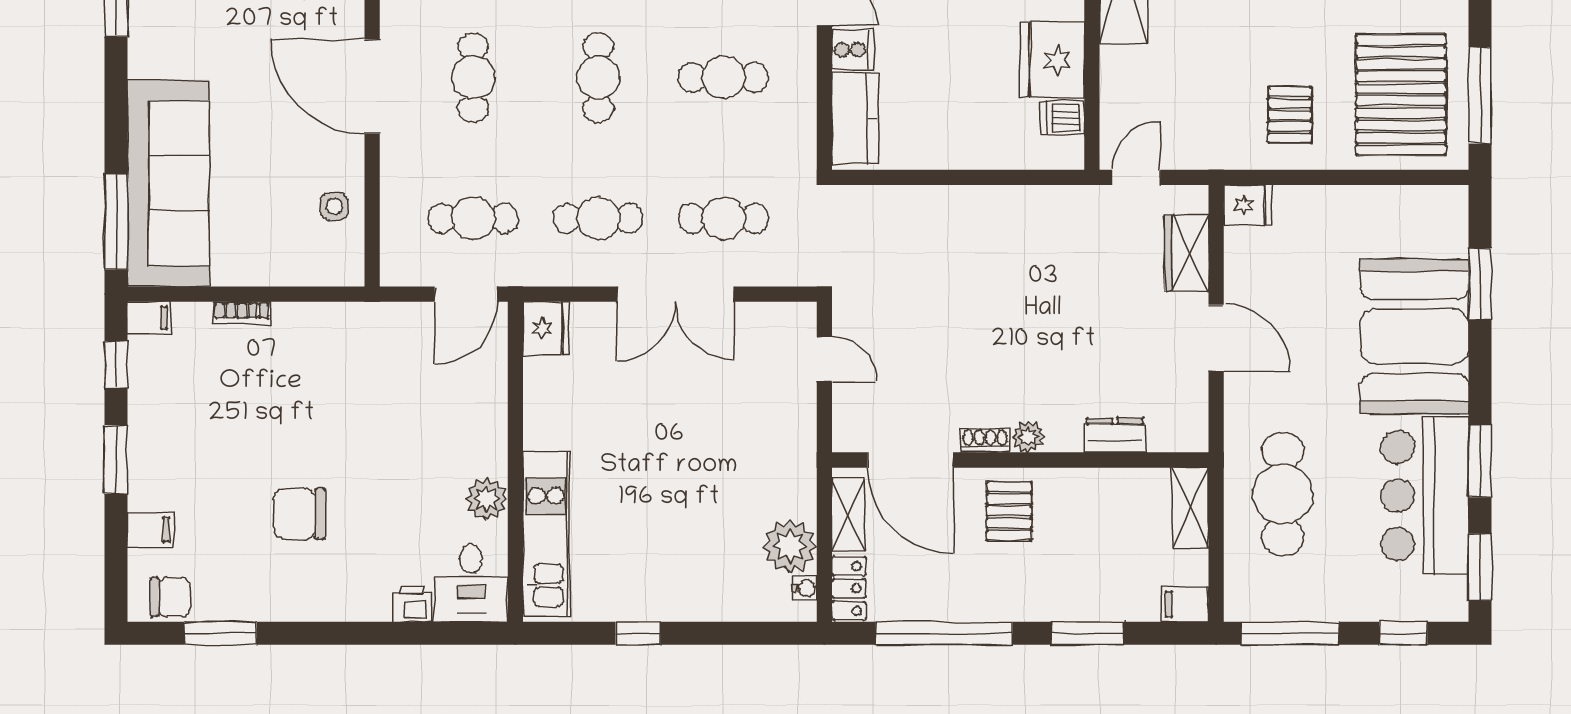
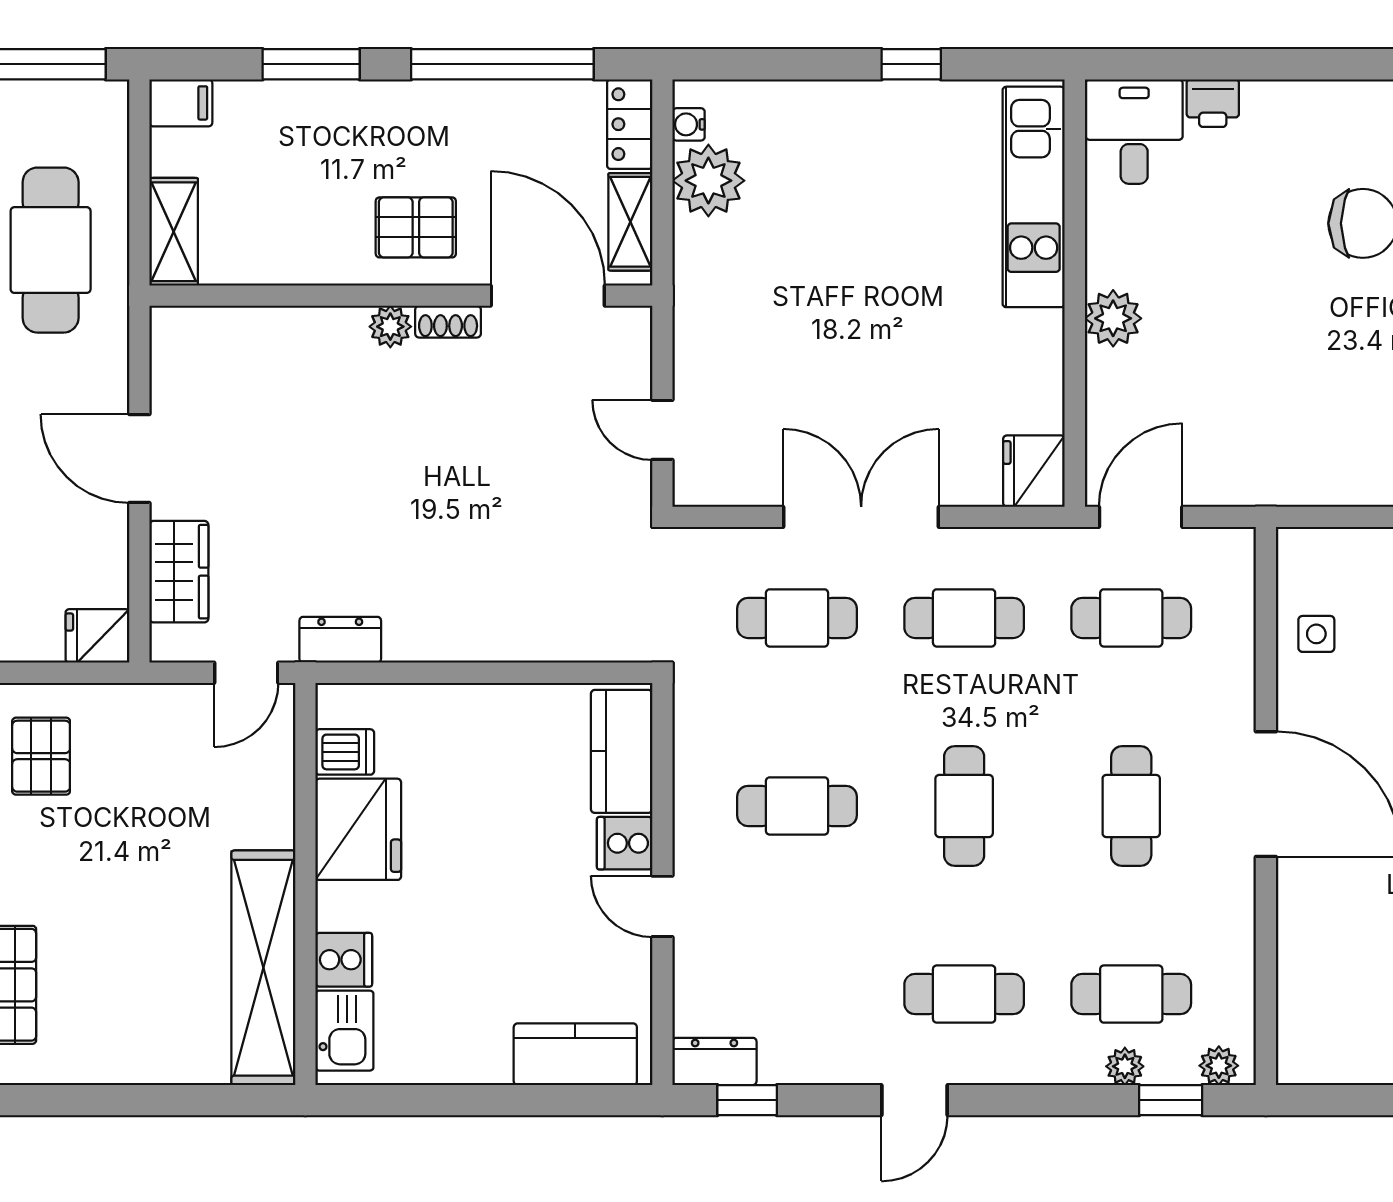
dresser: (1115, 435) -> (340, 640), moved, turned 180
plant: (487, 499) -> (1113, 318), moved
pallet: (1009, 511) -> (416, 227), turned 90

